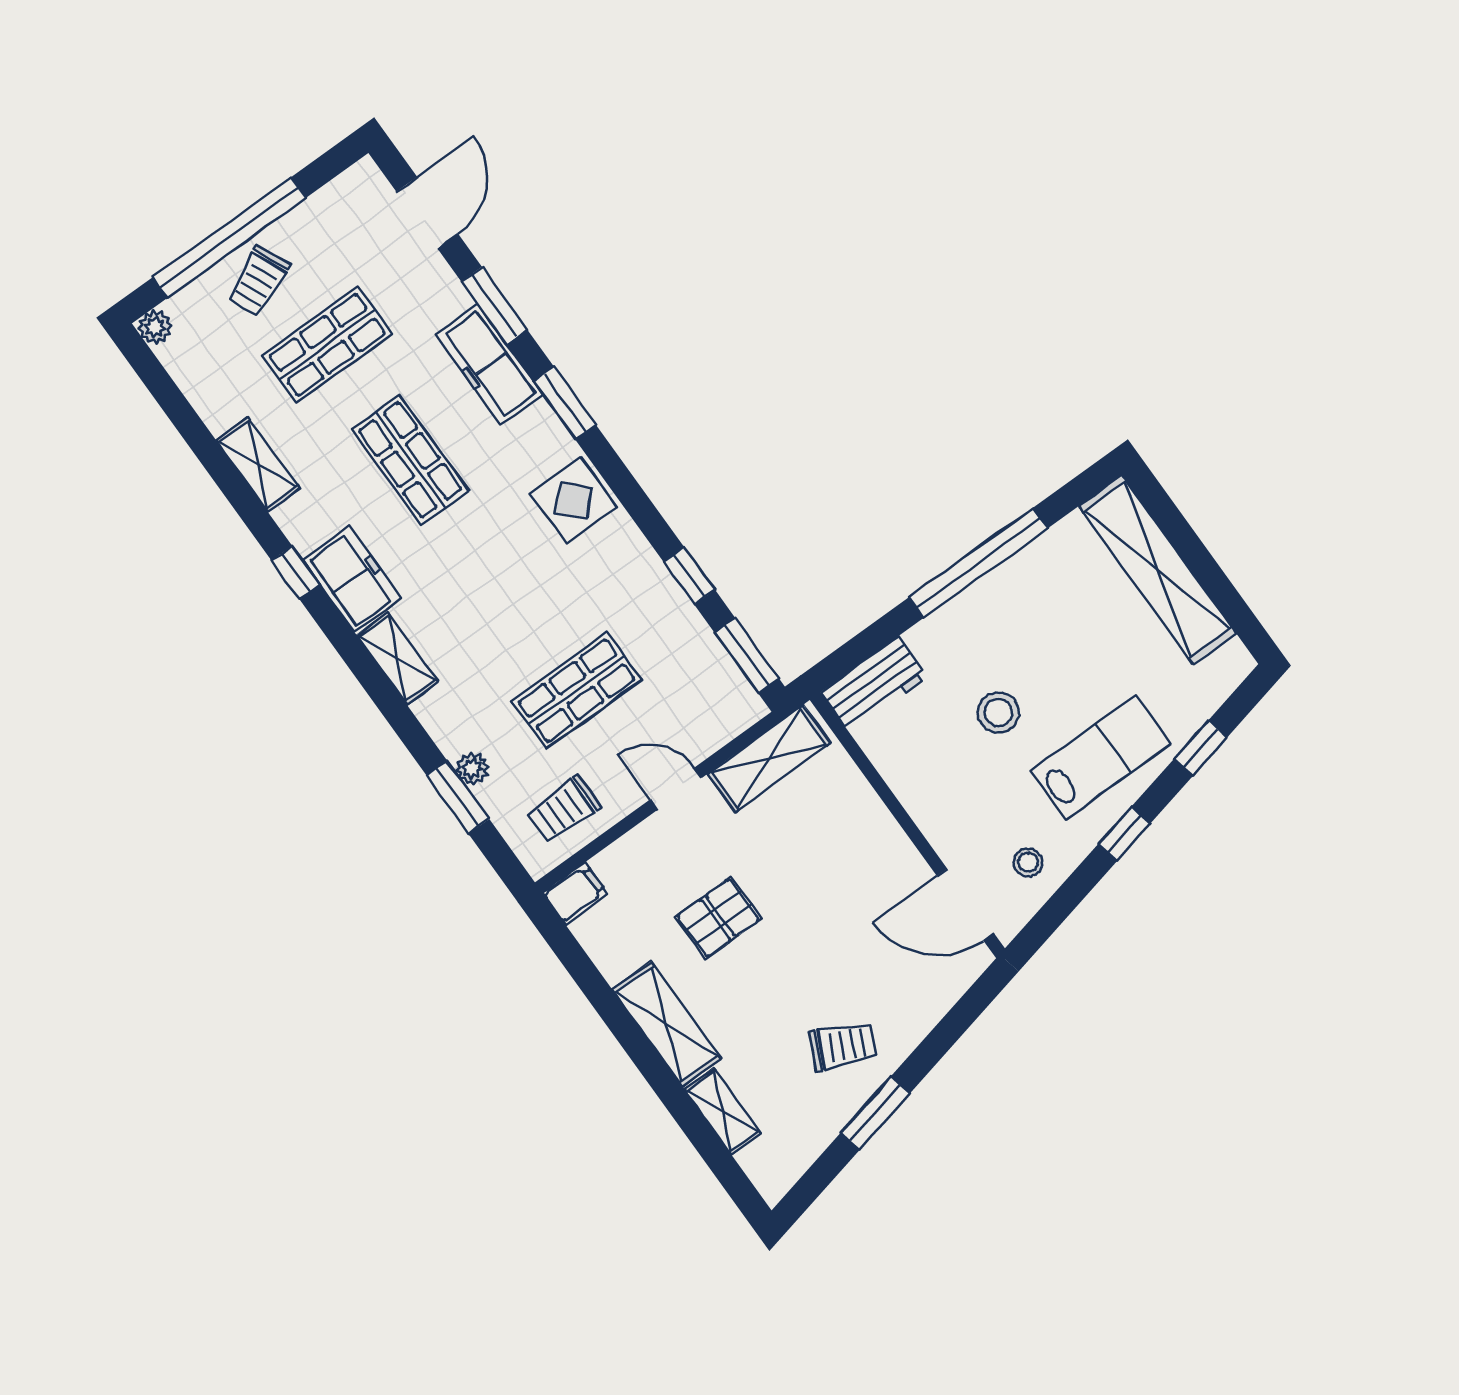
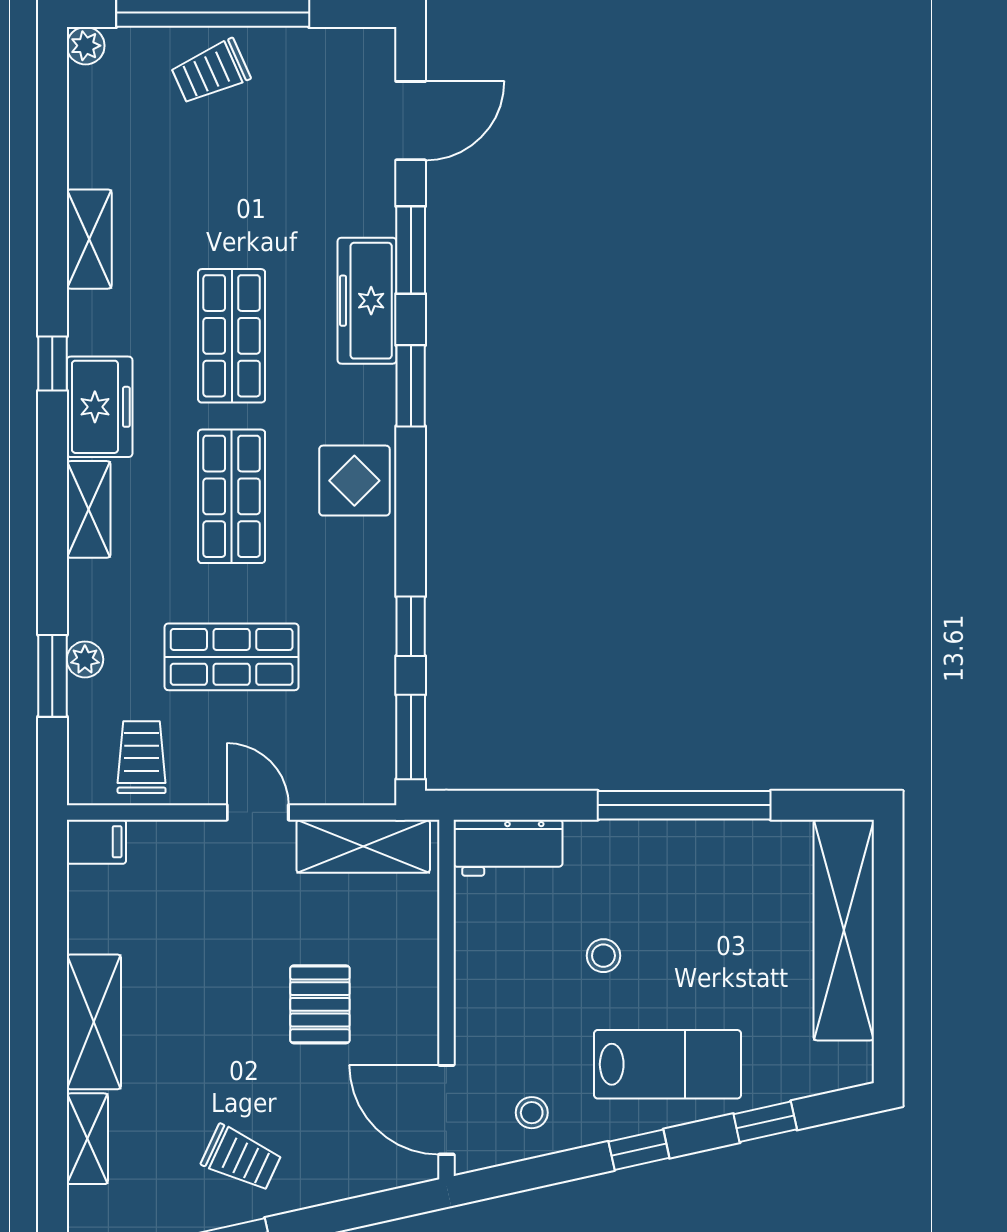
shop shelf: (327, 345) -> (232, 496), moved, turned 90
stool: (998, 713) -> (603, 956), width x0.73, depth x0.73
trolley: (564, 809) -> (142, 757), turned 90
pallet: (718, 918) -> (320, 1004), moved, turned 90

